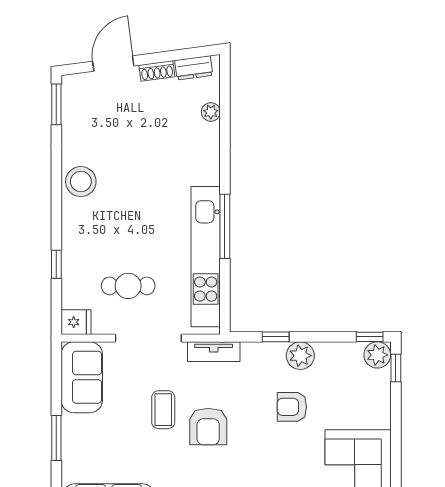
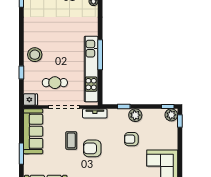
stool: (81, 182) -> (35, 55), moved
sofa: (82, 377) -> (33, 131), width x1.36
armchair: (208, 427) -> (92, 148), turned 90

